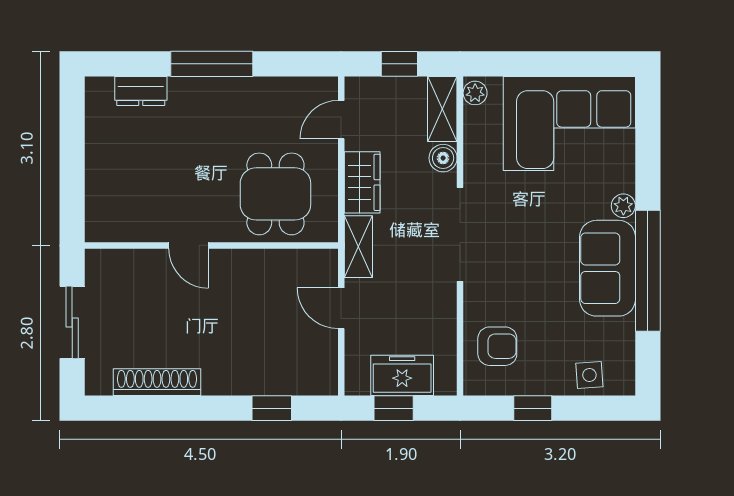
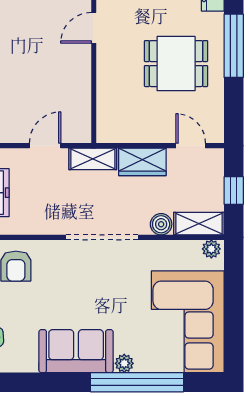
dining table: (275, 194) -> (176, 64), moved
window: (648, 271) -> (137, 382), moved

